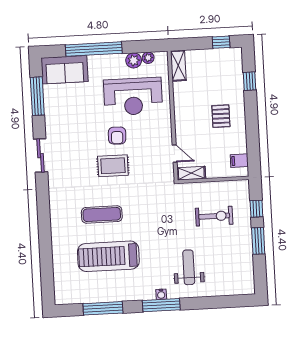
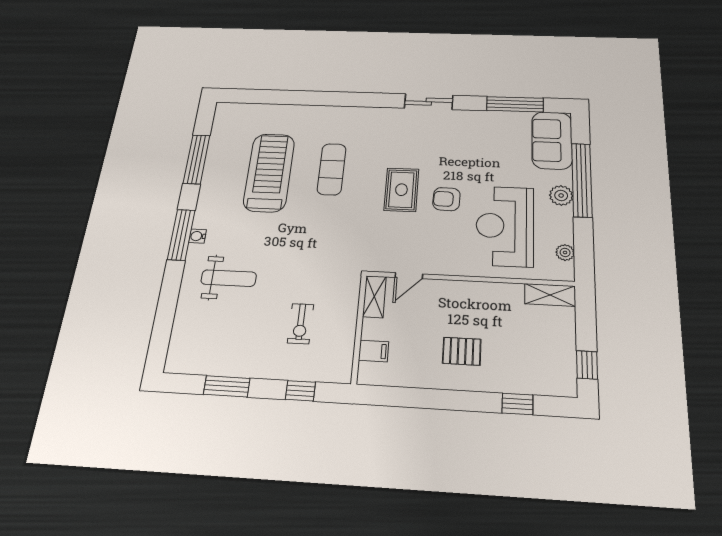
plant: (134, 60) -> (561, 195), moved
filing cabinet: (239, 161) -> (374, 351), moved, turned 90
exercise bike: (214, 216) -> (301, 324), width x0.73, depth x0.72
window: (258, 241) -> (227, 386), moved

